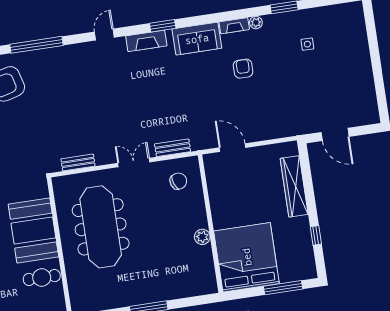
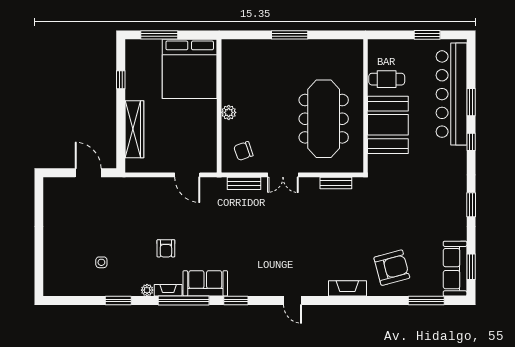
door: (104, 35) -> (292, 300), hinge flipped
fireplace: (146, 41) -> (347, 288), moved
window: (37, 45) -> (184, 300), moved
plant: (202, 237) -> (229, 112), moved

